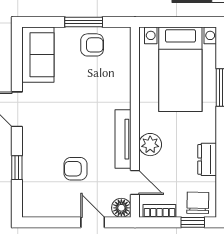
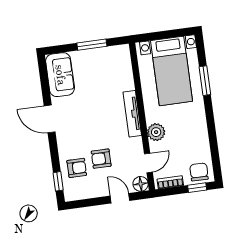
armchair: (92, 45) -> (77, 168), moved
tv unit: (123, 139) -> (132, 114), moved
dresser: (207, 159) -> (202, 138), removed
window: (17, 168) -> (58, 181), moved
door: (135, 182) -> (148, 163), hinge flipped

